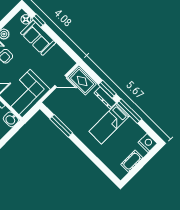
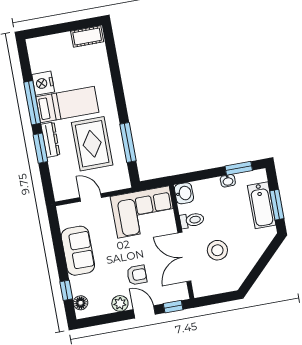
sofa: (38, 38) -> (78, 251), moved
rug: (82, 81) -> (92, 144), moved, width x1.36, depth x1.43
nightstand: (148, 143) -> (43, 83), moved
cot: (132, 161) -> (87, 37), moved

